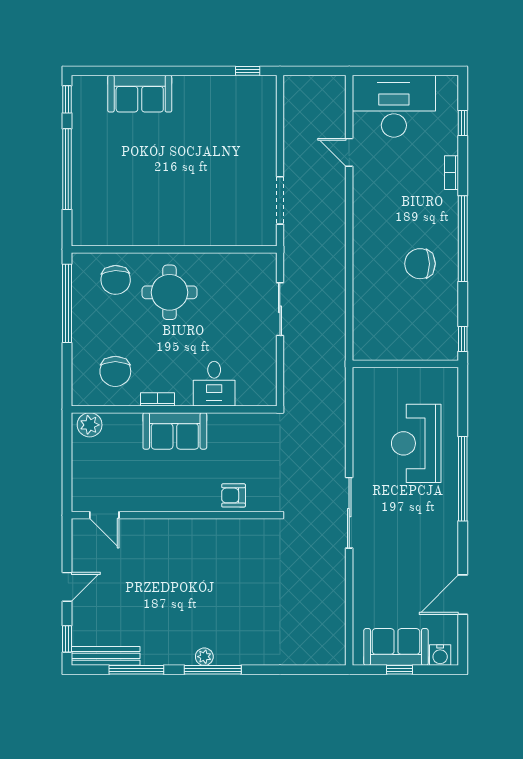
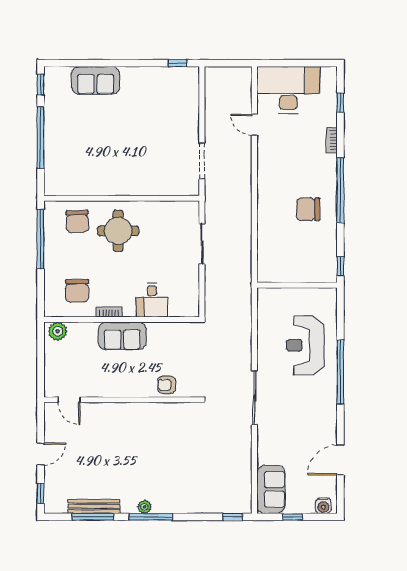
sofa: (396, 647) -> (271, 489), moved, turned 90
bench: (106, 656) -> (94, 506), moved
window: (321, 670) -> (233, 517), added

